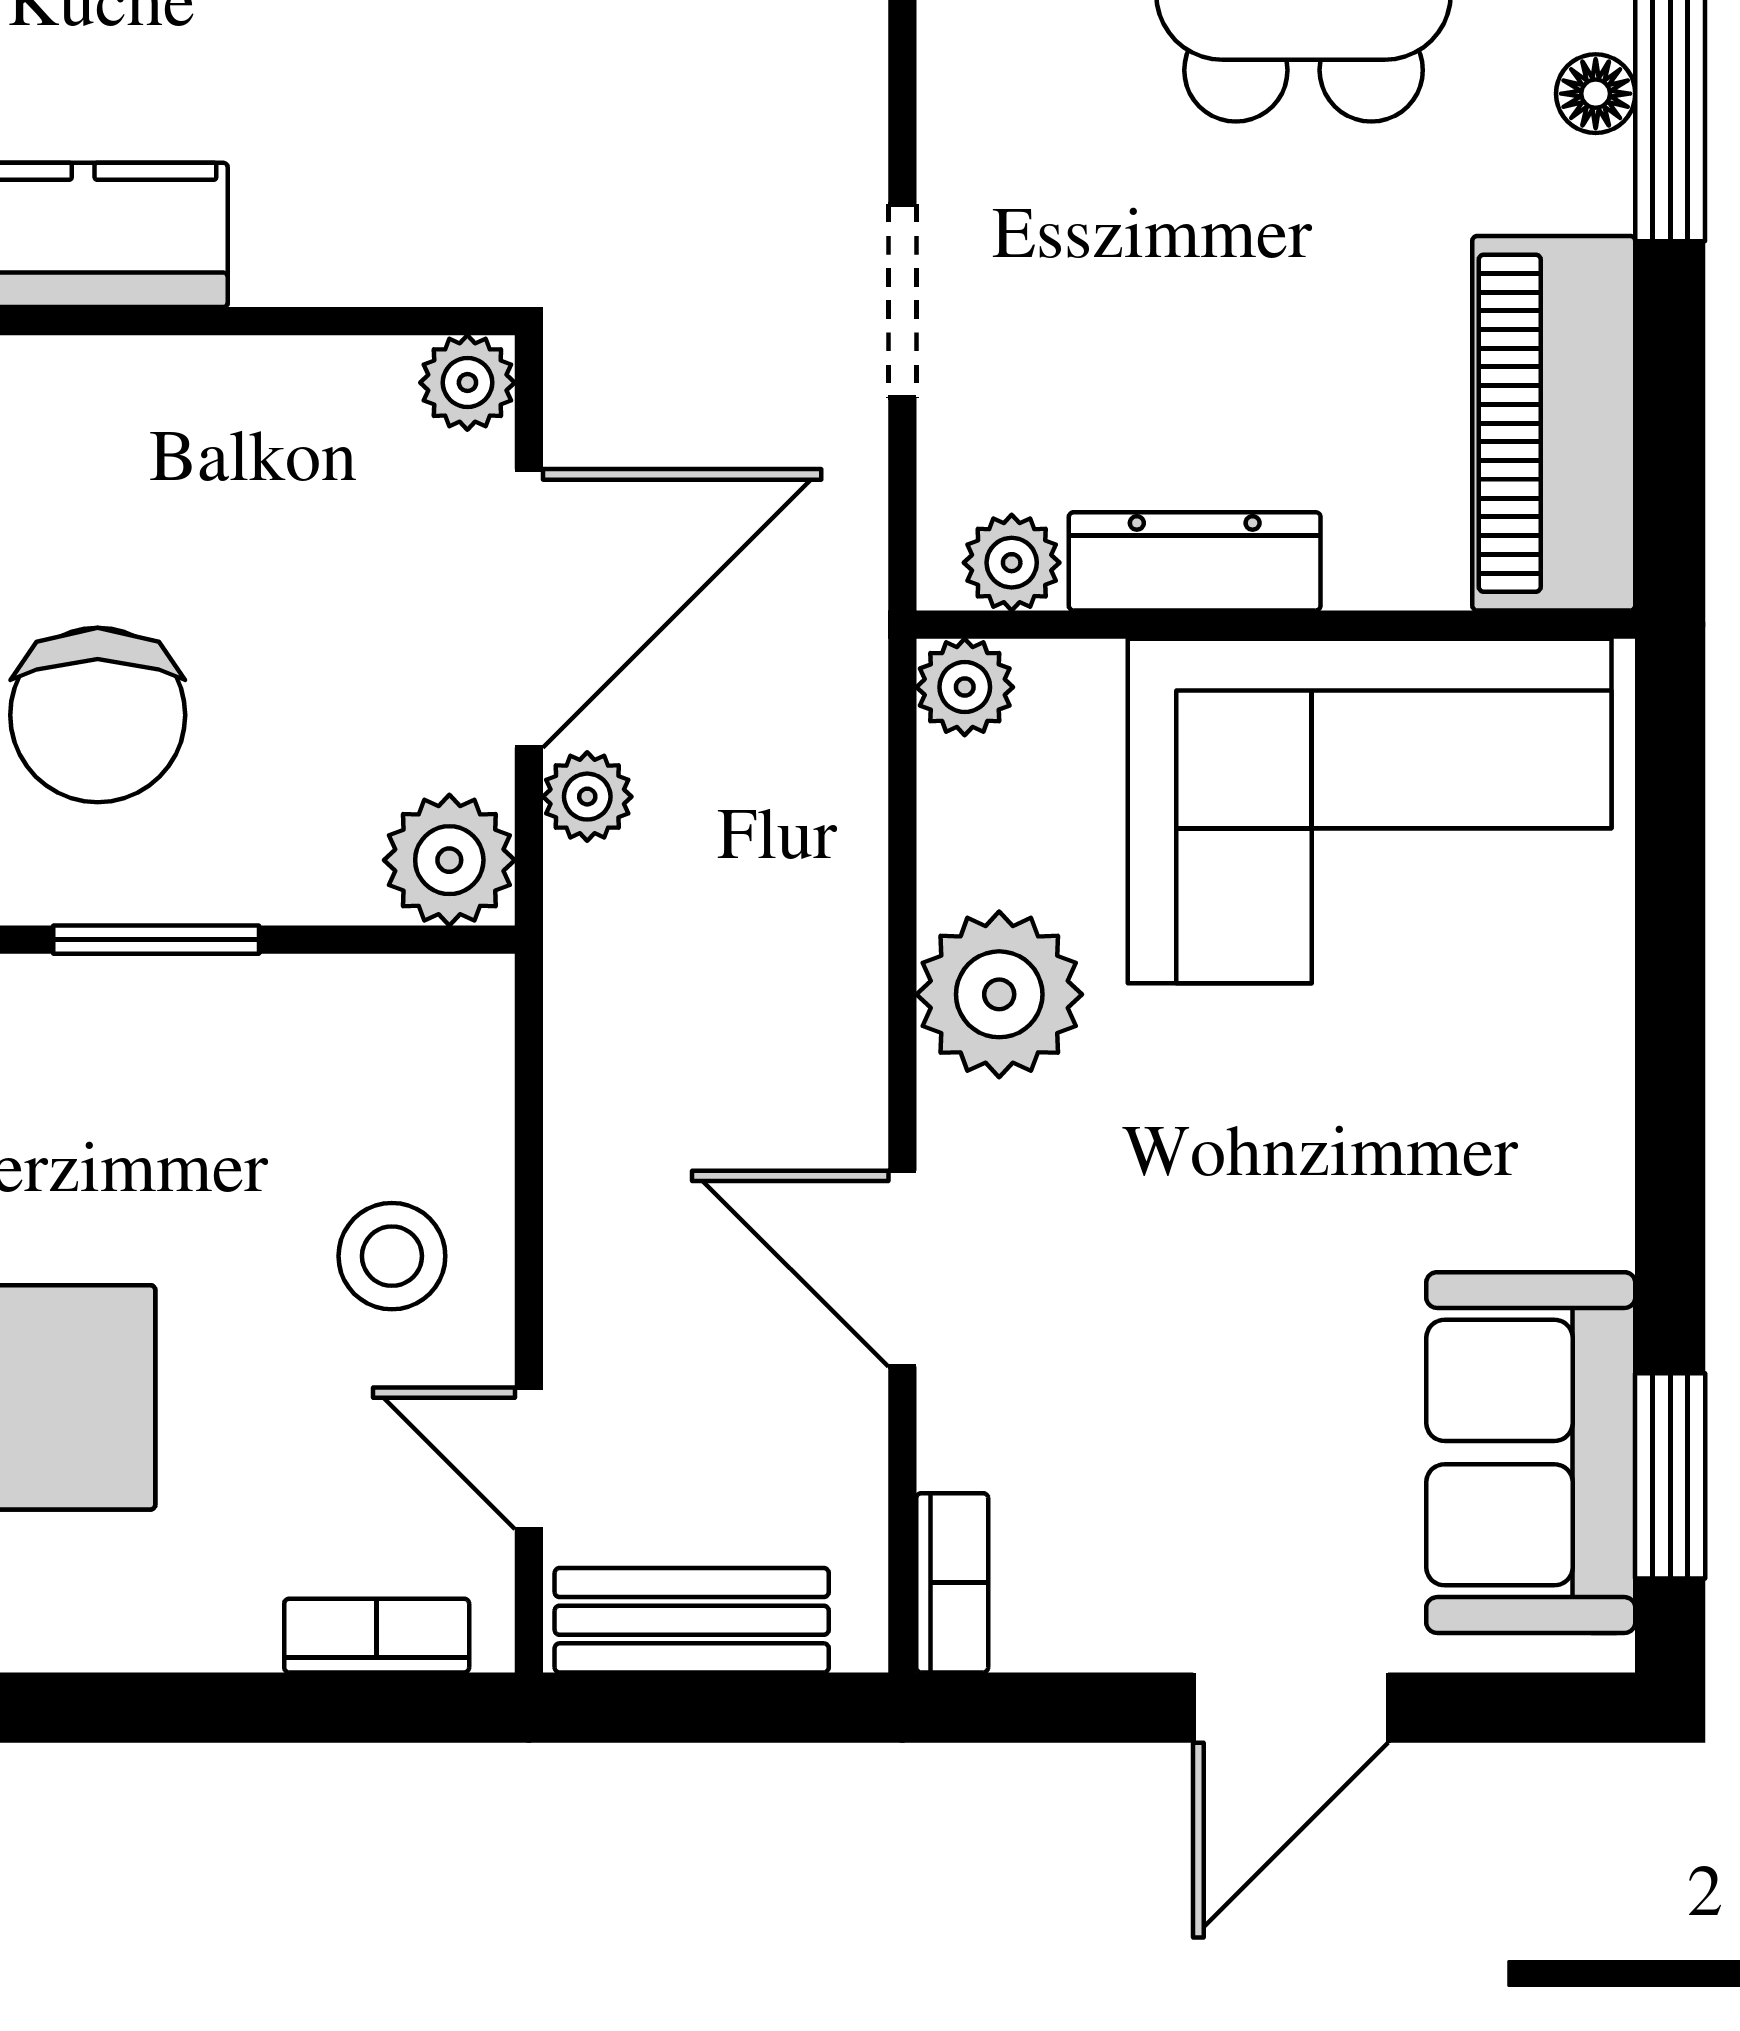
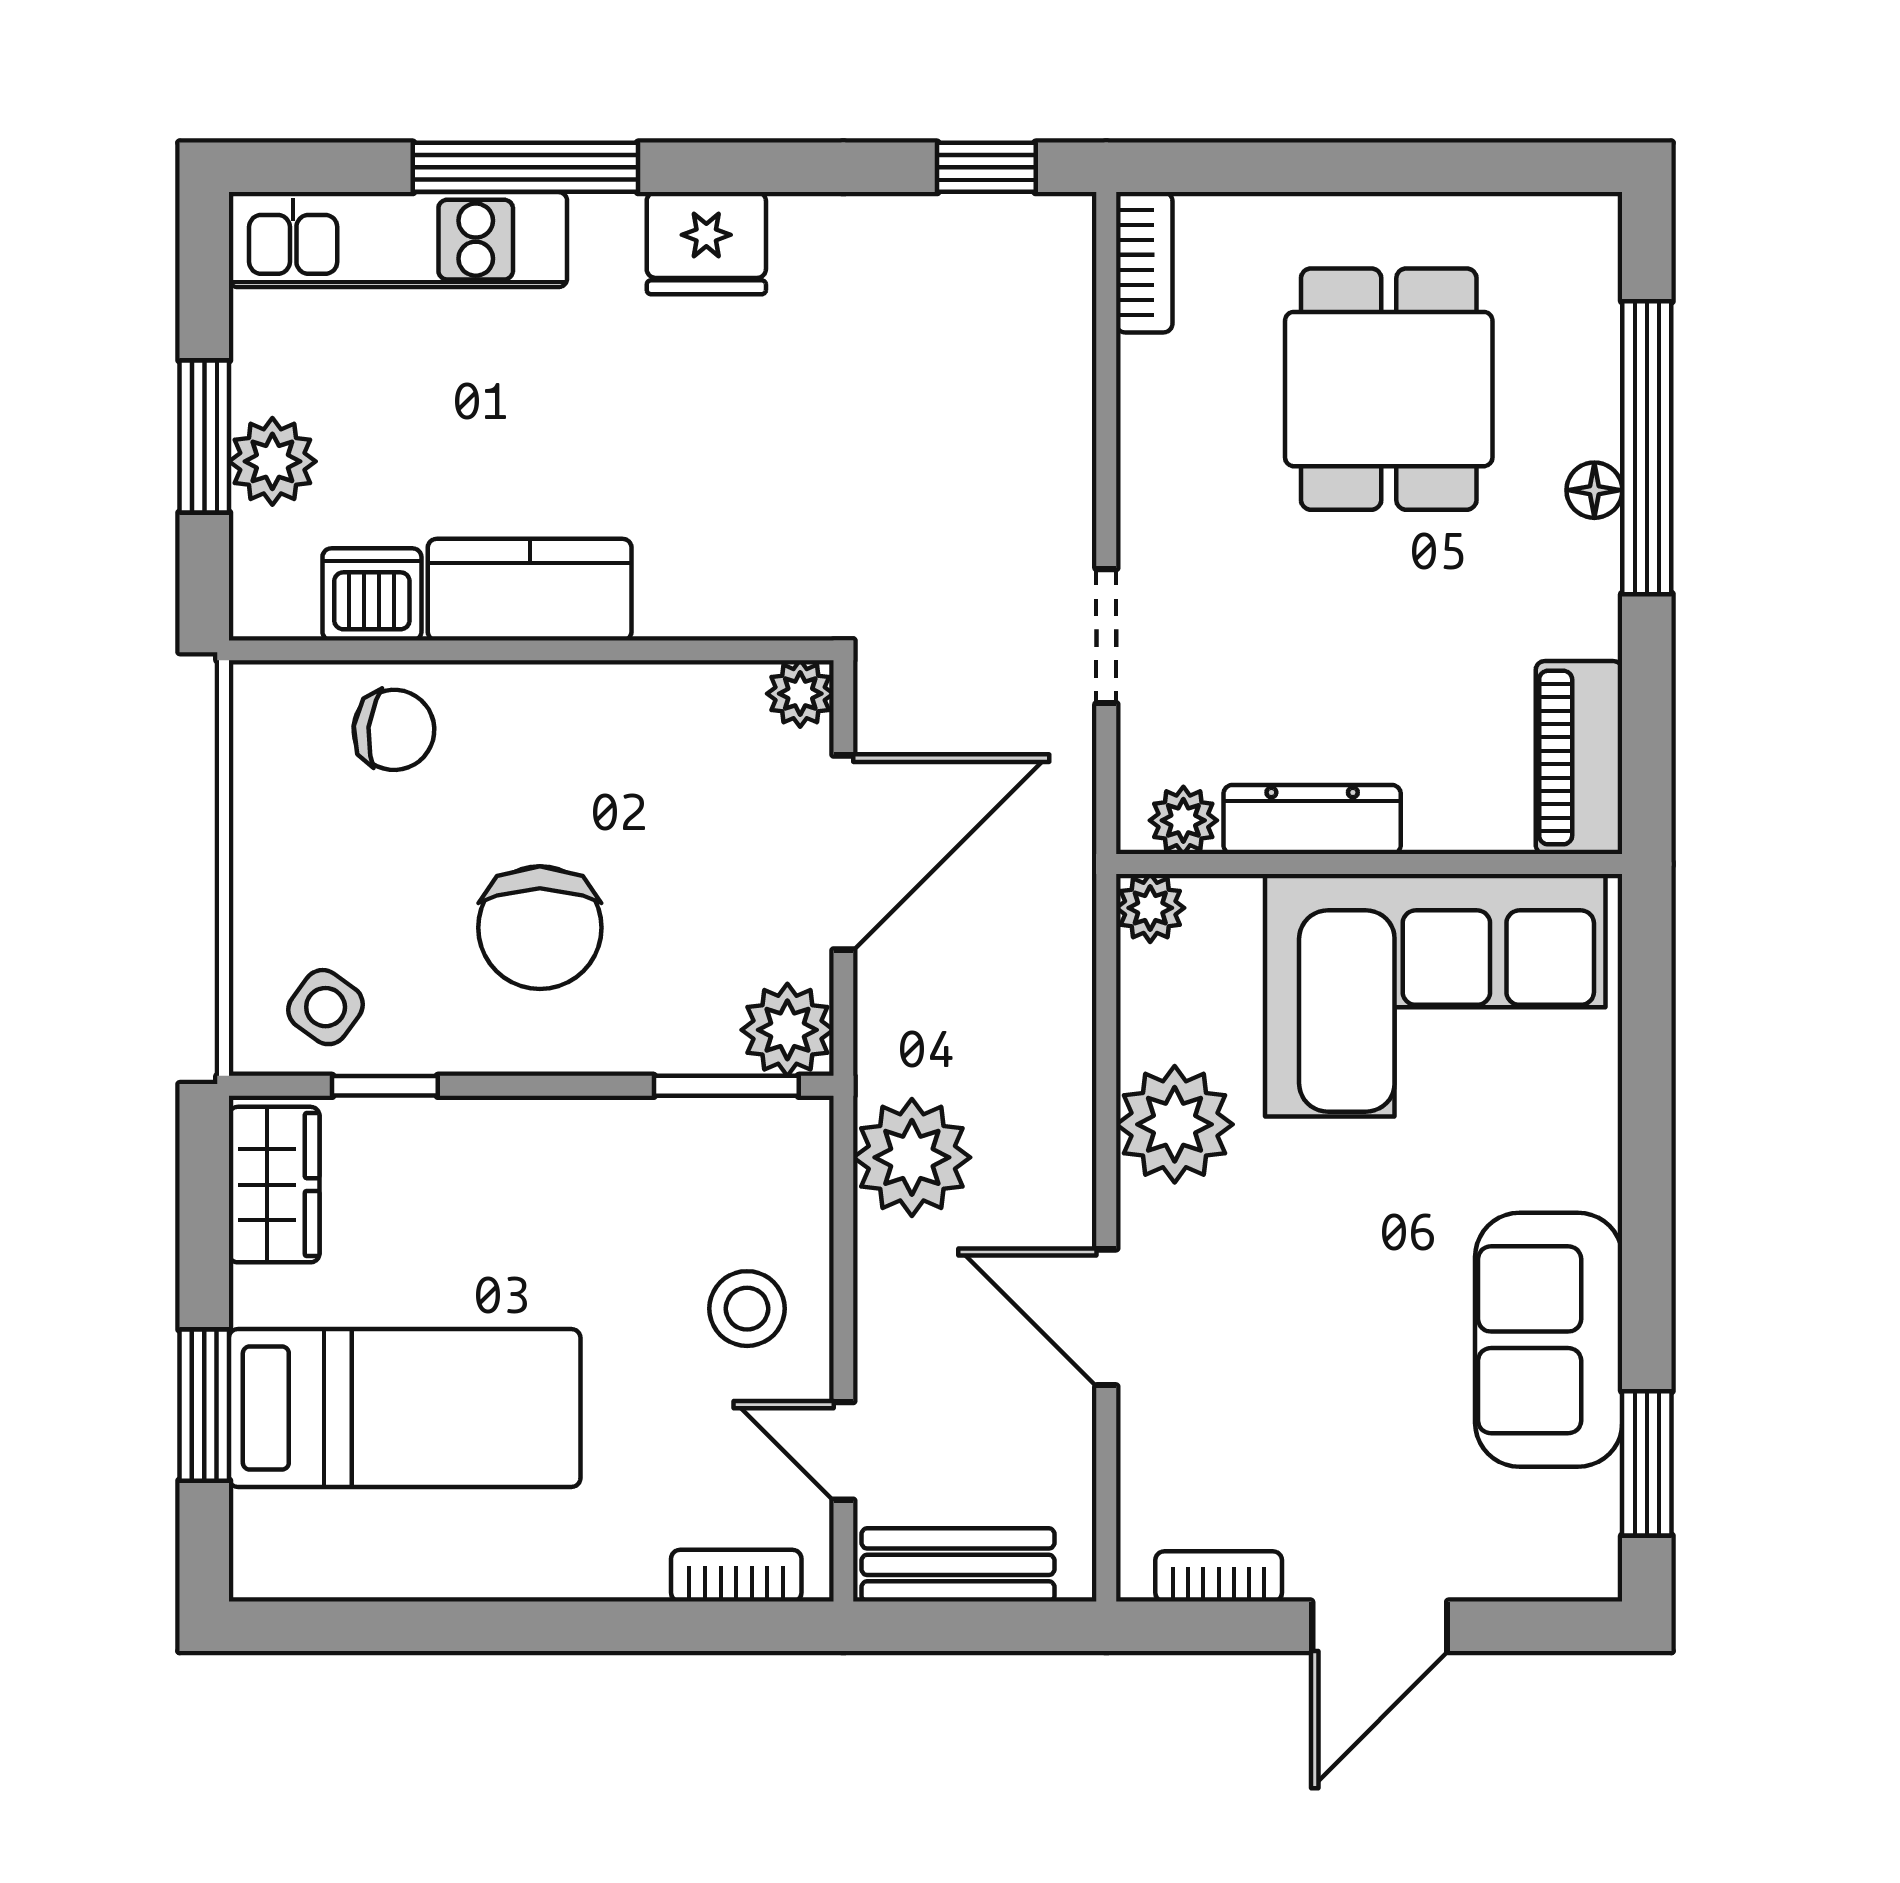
piano: (1554, 423) -> (1579, 758), width x0.73, depth x0.75
plant: (587, 797) -> (912, 1157), moved, width x1.88, depth x1.88
window: (156, 940) -> (726, 1086), moved
sofa: (1531, 1453) -> (1549, 1340), moved
bookcase: (952, 1583) -> (1219, 1576), moved, turned -90

